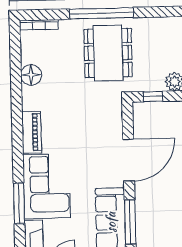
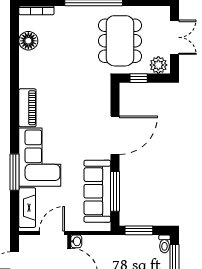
dining table: (108, 53) -> (120, 41), moved
floor lamp: (31, 75) -> (28, 41), moved

